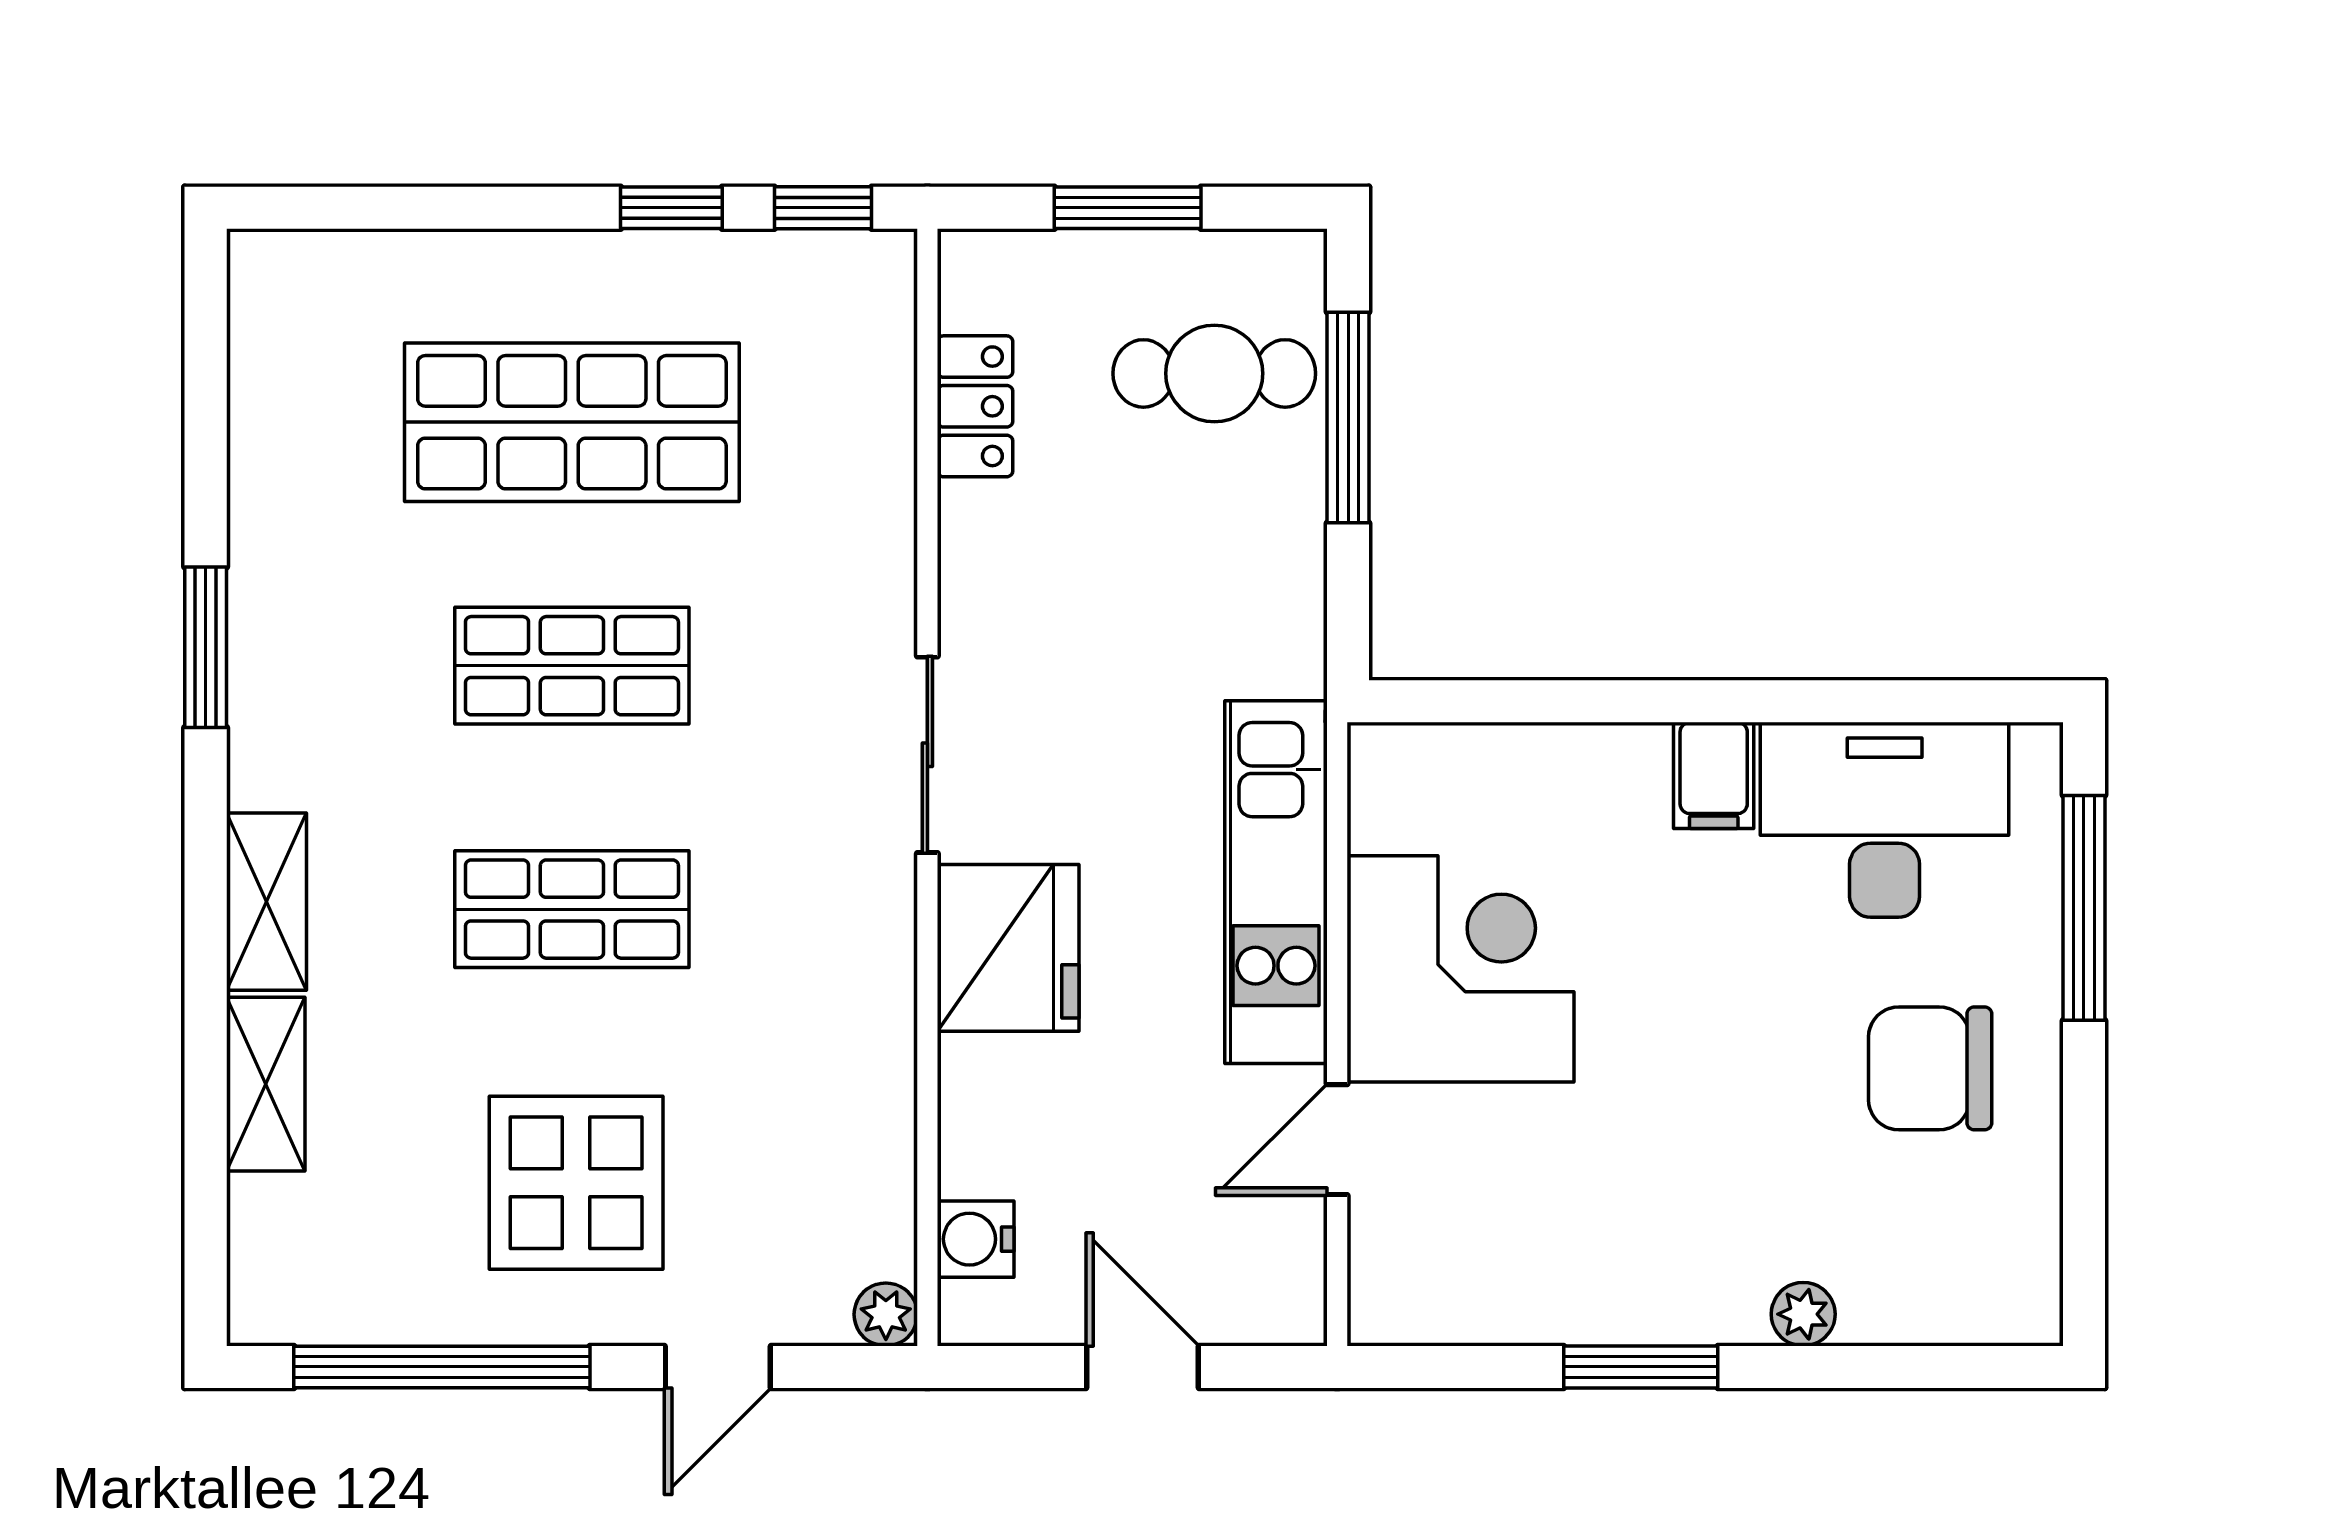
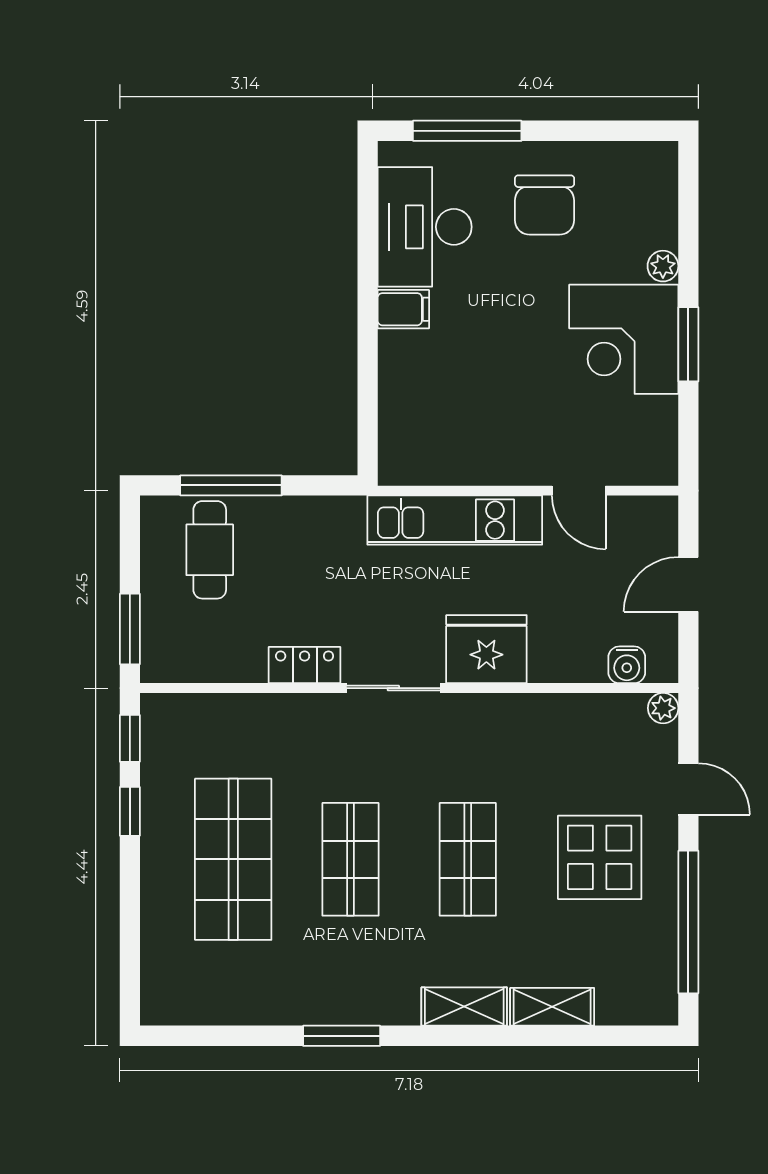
window: (1128, 208) -> (130, 629), moved
locker: (975, 406) -> (305, 665), moved
corner desk: (1461, 969) -> (624, 339), moved, turned -90

